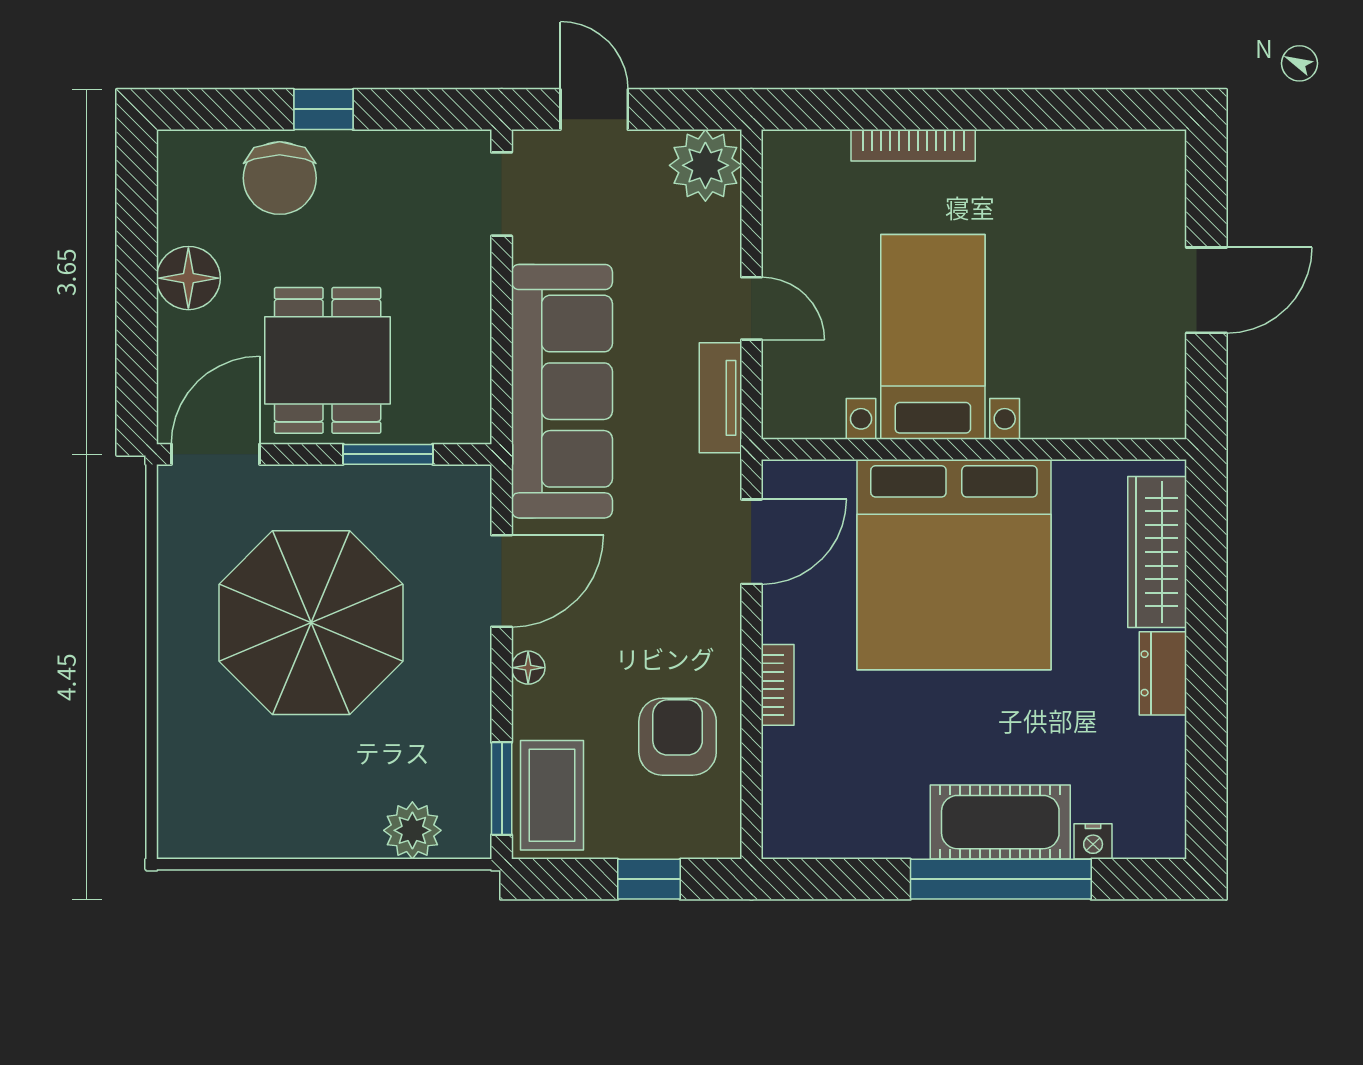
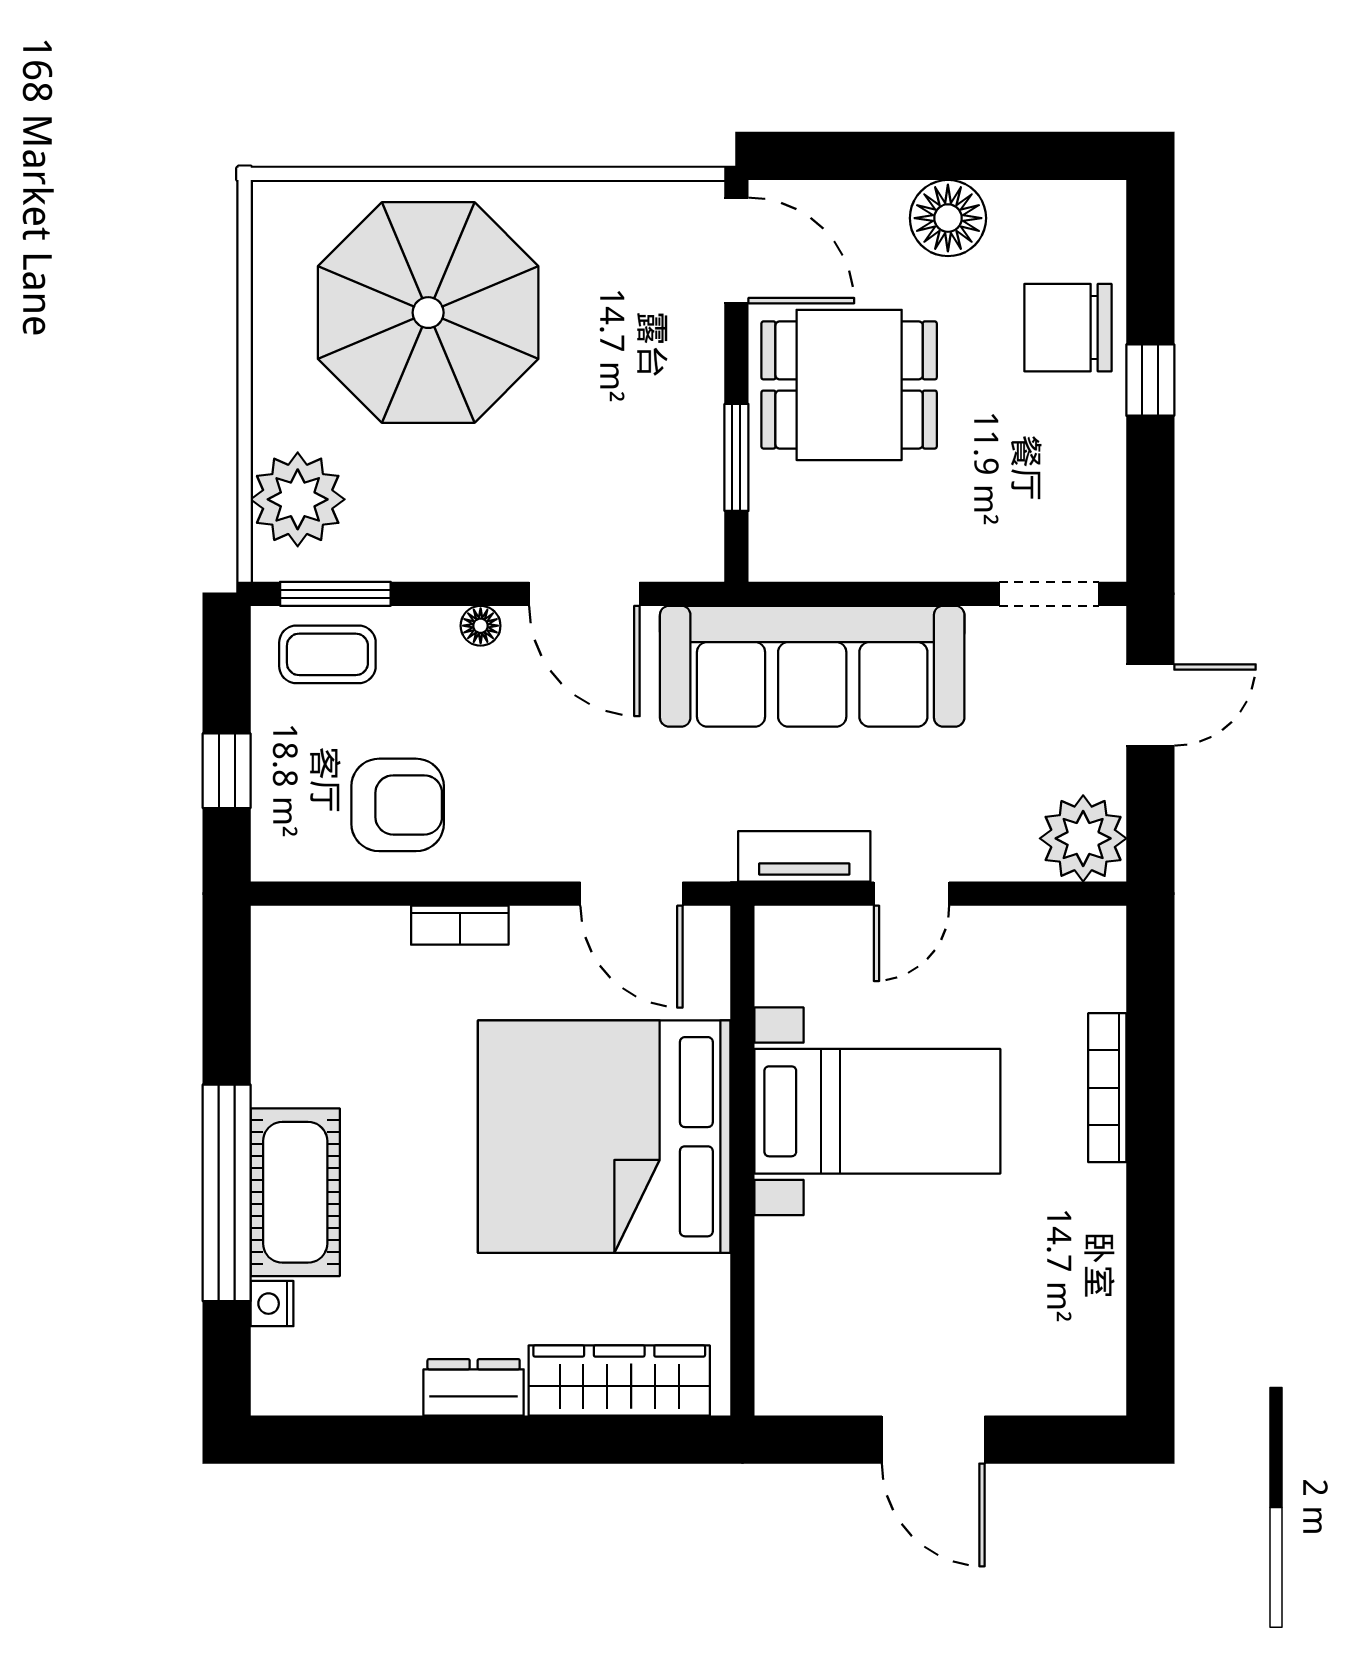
parasol: (311, 623) -> (428, 313), moved
coffee table: (552, 795) -> (327, 654), width x0.73, depth x0.77
plant: (412, 830) -> (298, 499), width x1.36, depth x1.36

